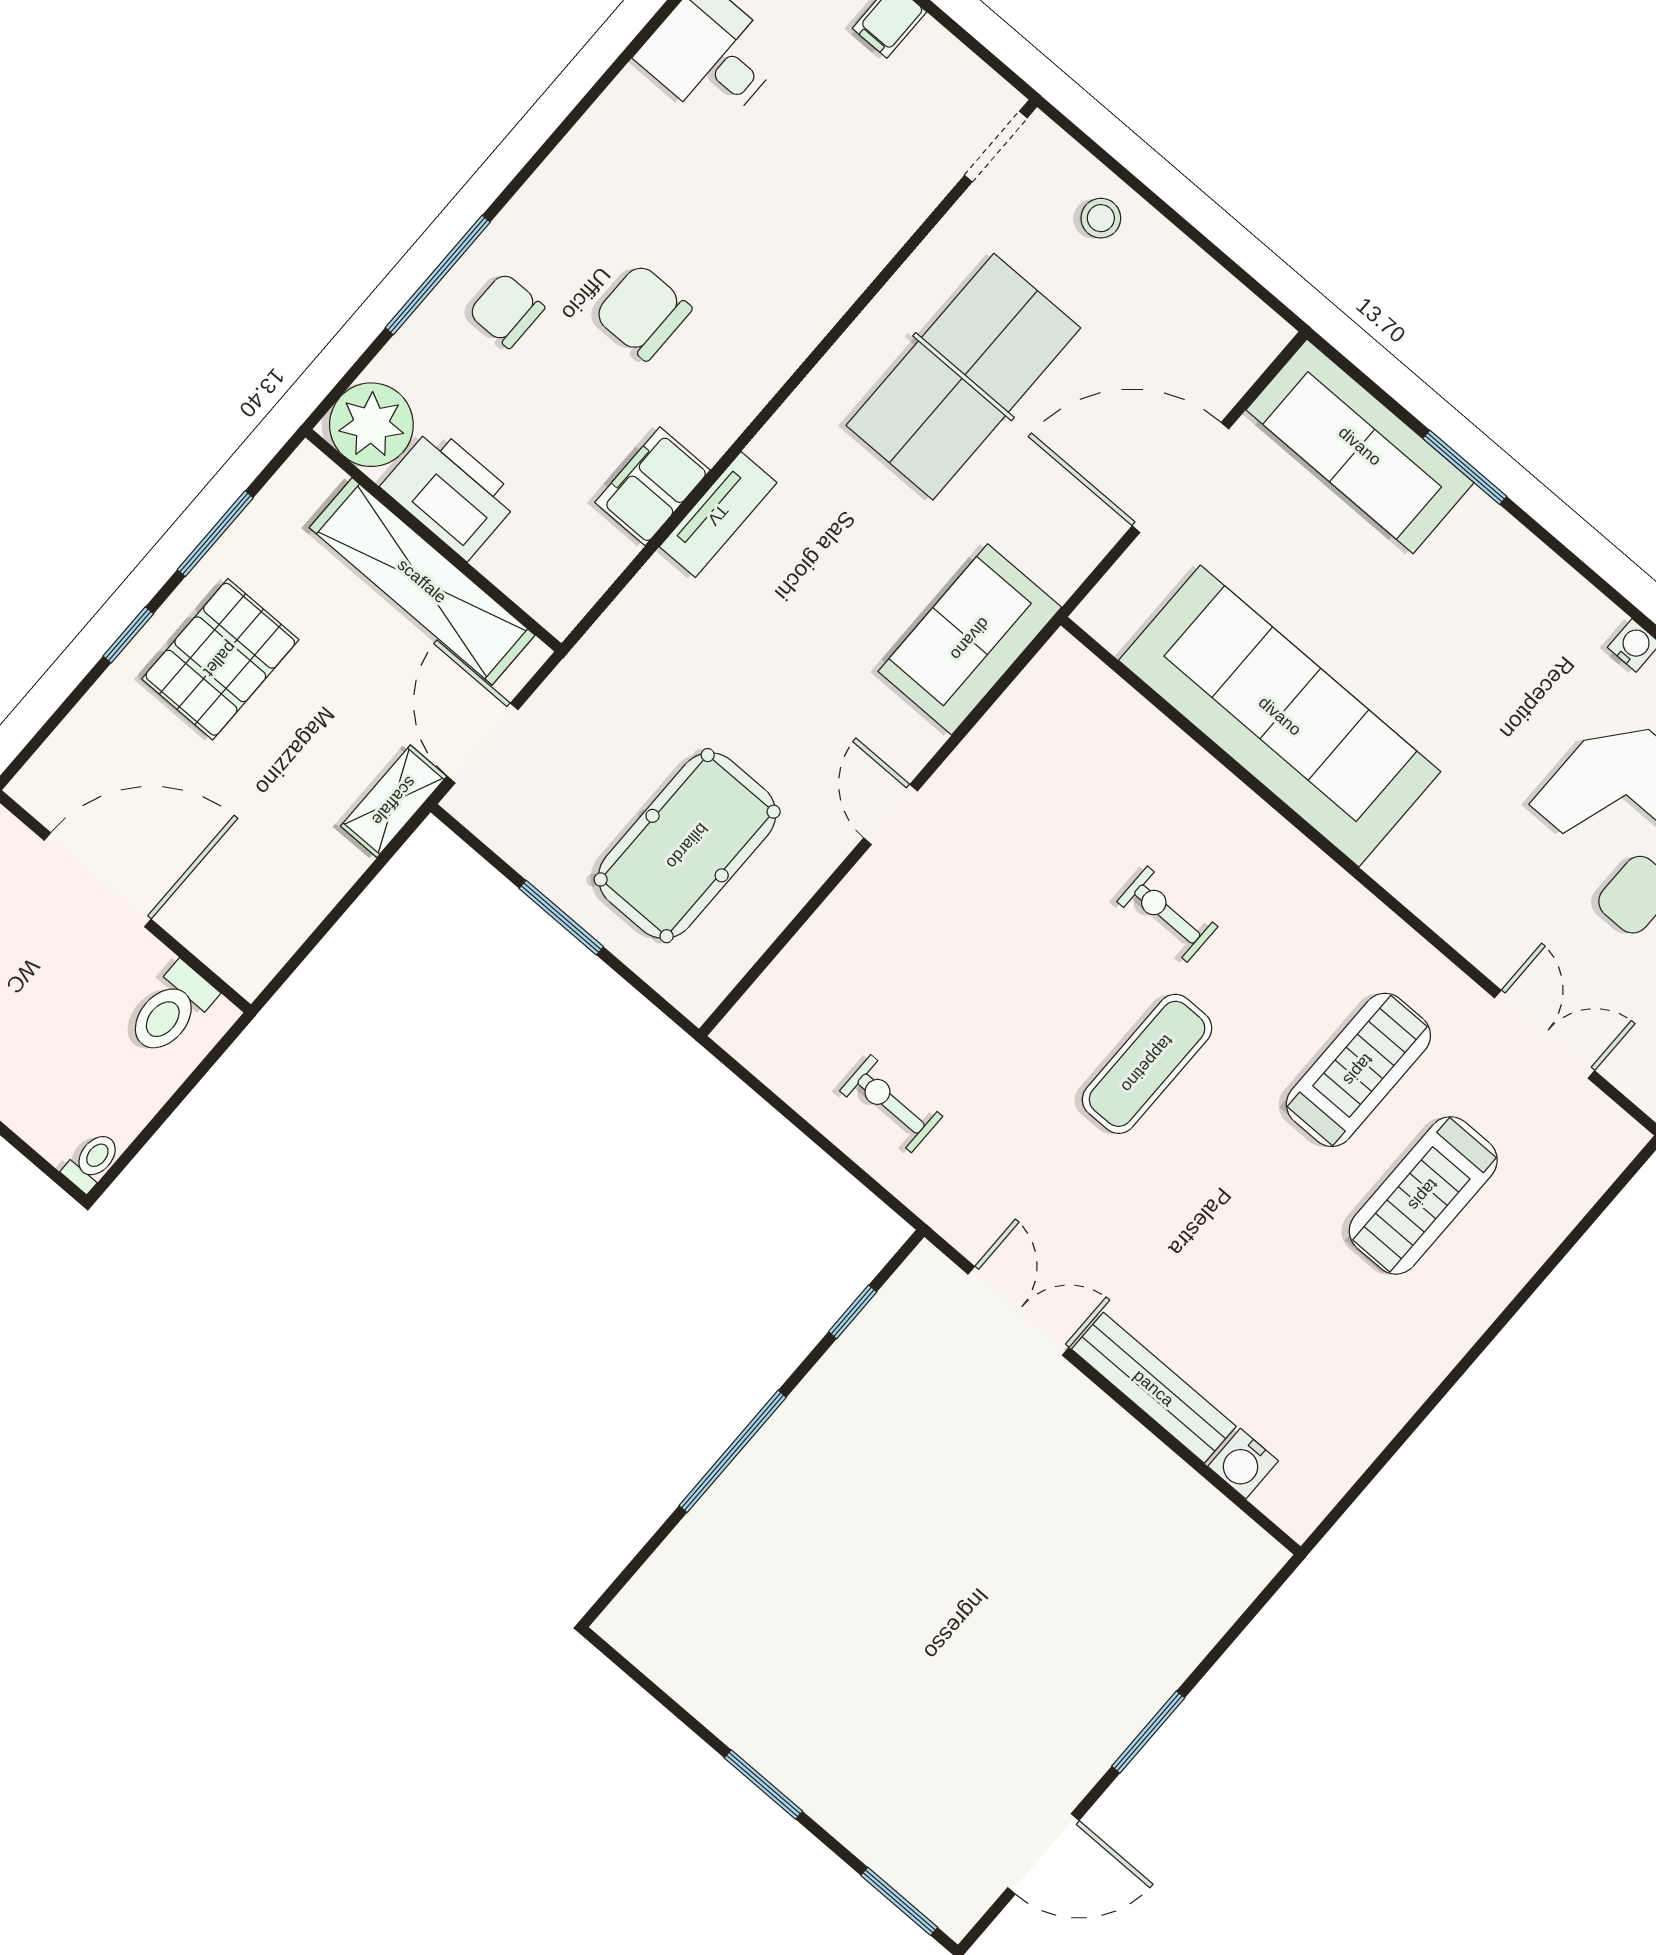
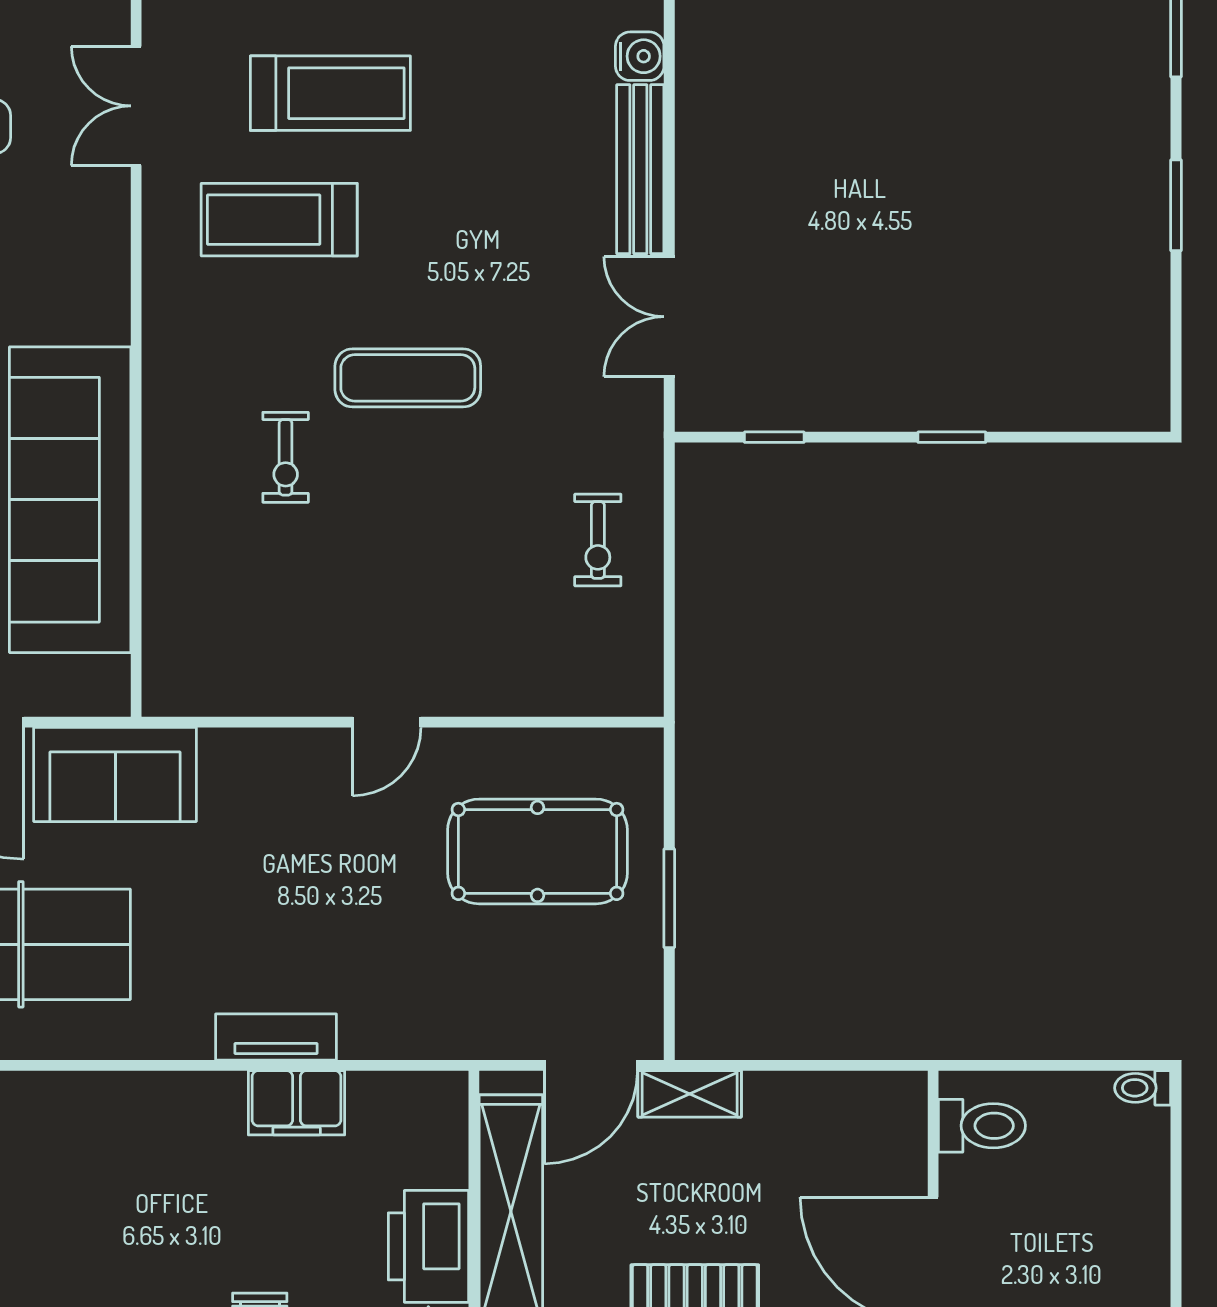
chair: (643, 312) -> (175, 1219), removed
sofa: (970, 639) -> (115, 775), moved
window: (733, 1451) -> (952, 437), width x0.46

